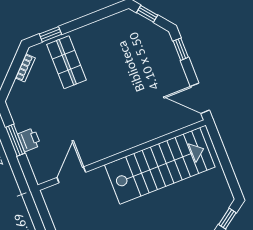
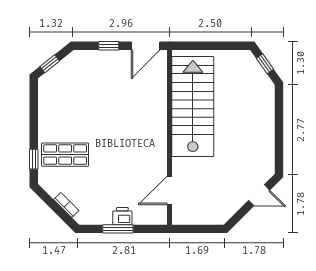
window: (181, 49) -> (109, 46), moved
bookcase: (25, 68) -> (66, 205), moved
door: (71, 175) -> (169, 190), hinge flipped

